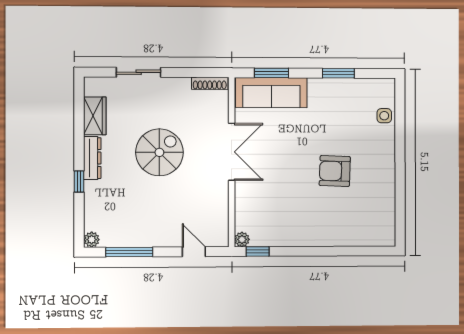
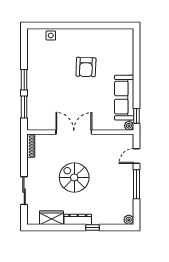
window: (338, 73) -> (24, 80), moved
sofa: (271, 93) -> (124, 98), moved, turned 180
window: (129, 252) -> (137, 184), moved

